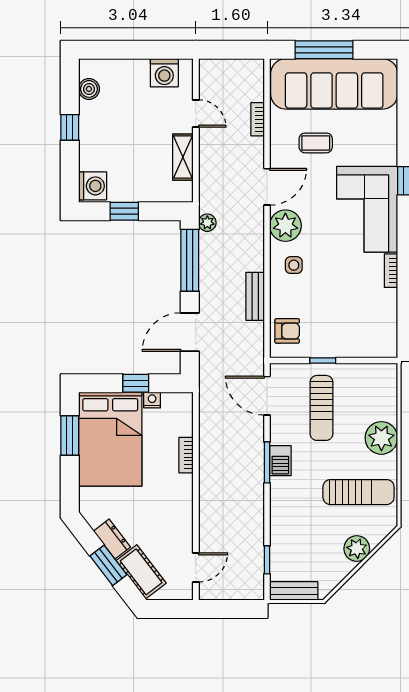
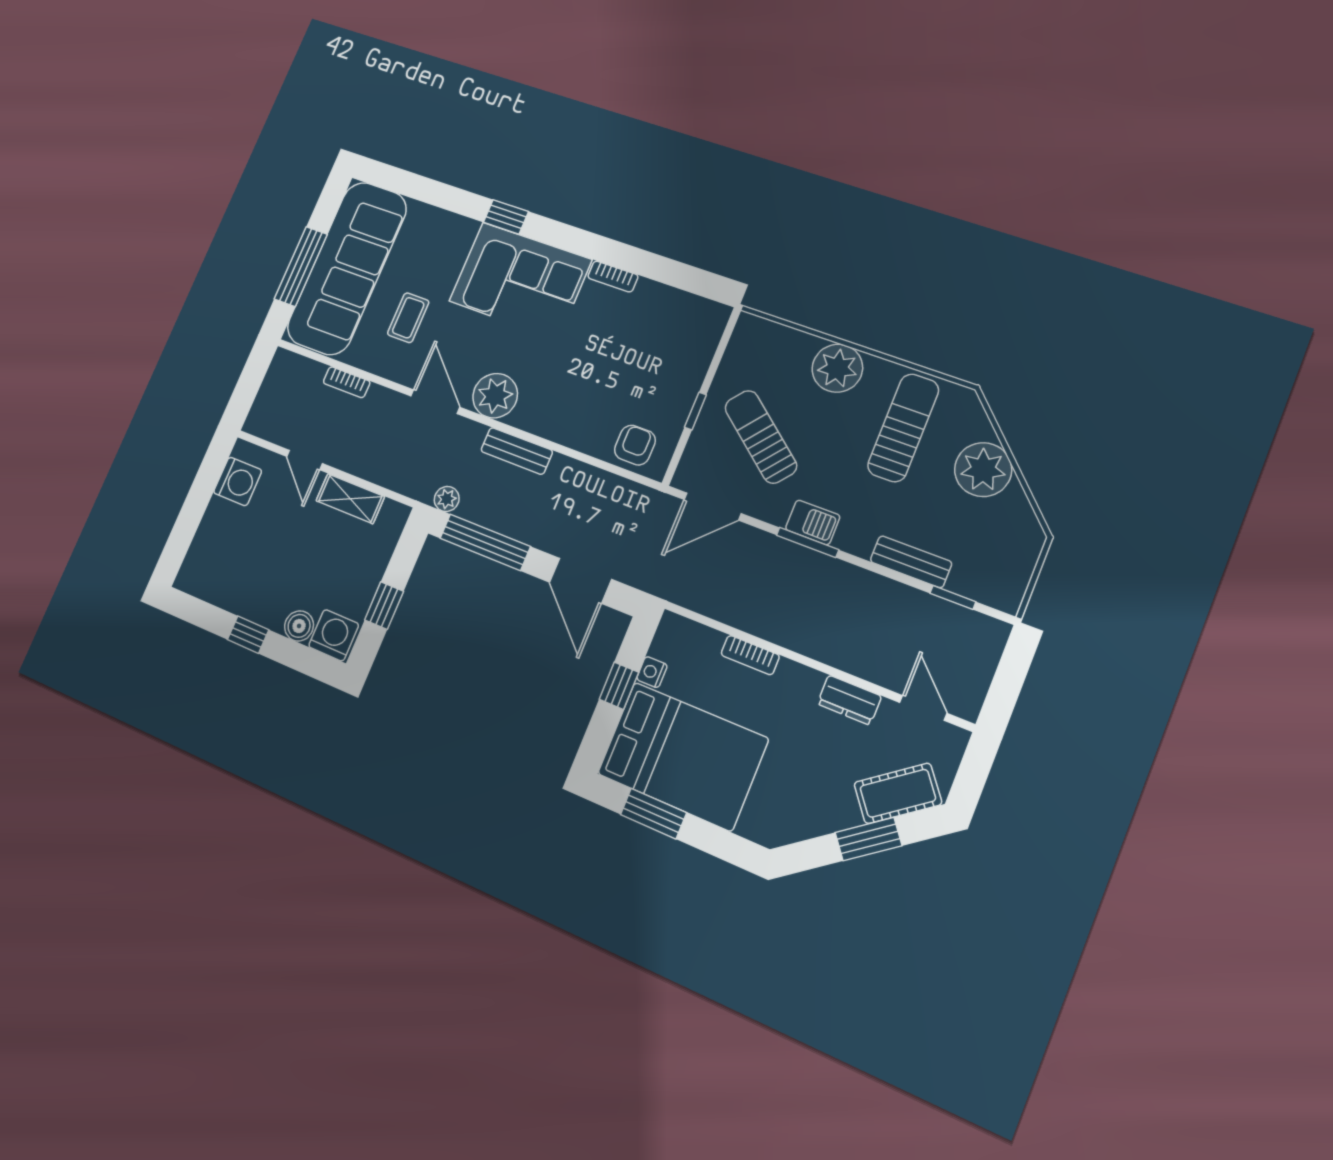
boiler: (89, 89) -> (299, 626), moved
door: (196, 114) -> (304, 460), swing flipped
side table: (294, 265) -> (551, 404), removed
bench: (255, 296) -> (517, 451), moved
sun lounger: (321, 408) -> (761, 437), turned -141
dresser: (112, 539) -> (849, 700), moved, turned -143
plant: (357, 549) -> (983, 470), width x1.36, depth x1.36
bench: (294, 591) -> (911, 562), moved, turned 90

